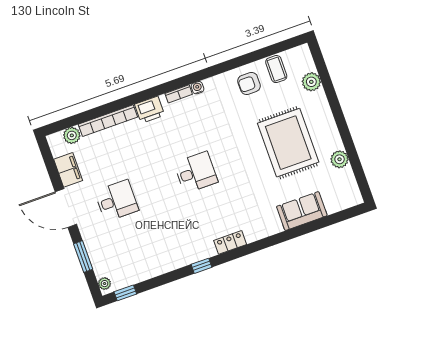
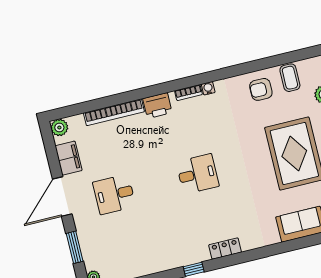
plant: (72, 135) -> (59, 128), moved
desk: (117, 201) -> (114, 194), turned 180
door: (66, 208) -> (62, 196), hinge flipped

